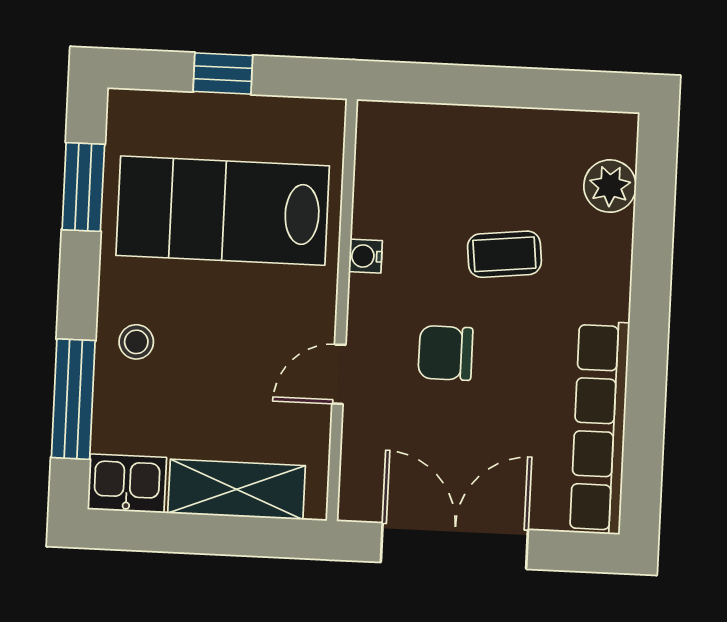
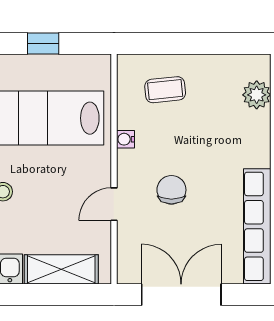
coffee table: (504, 254) -> (165, 90), moved
chair: (446, 353) -> (171, 190), turned 90

